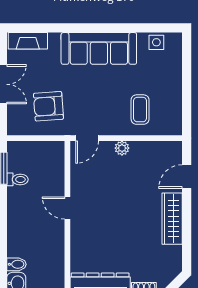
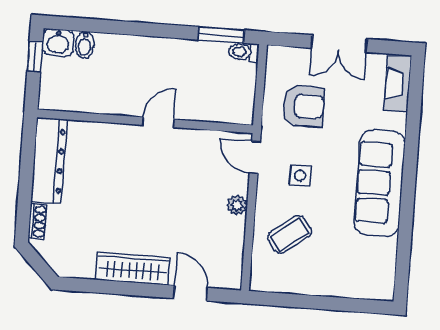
side table: (156, 42) -> (300, 175), moved
armchair: (48, 106) -> (304, 106), turned 94
coffee table: (140, 110) -> (290, 235), turned -37
toilet: (17, 179) -> (244, 52), moved, turned 90

